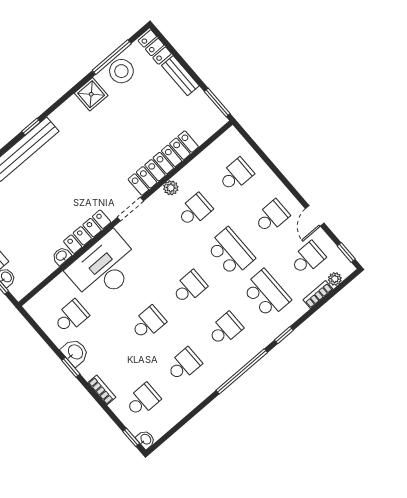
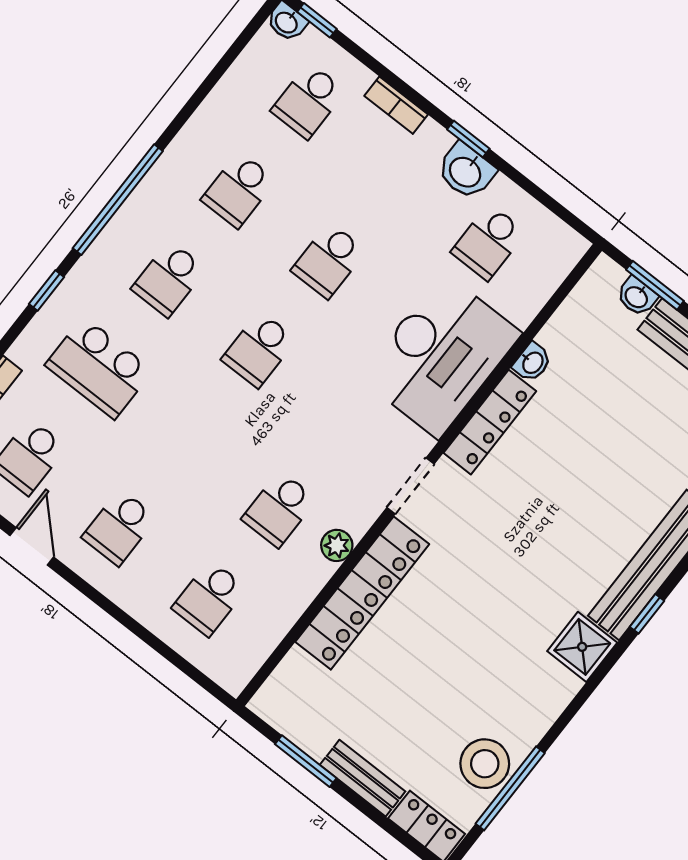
shower: (91, 94) -> (582, 647), moved
window: (217, 102) -> (306, 761), moved
school desk: (231, 252) -> (189, 438), removed

